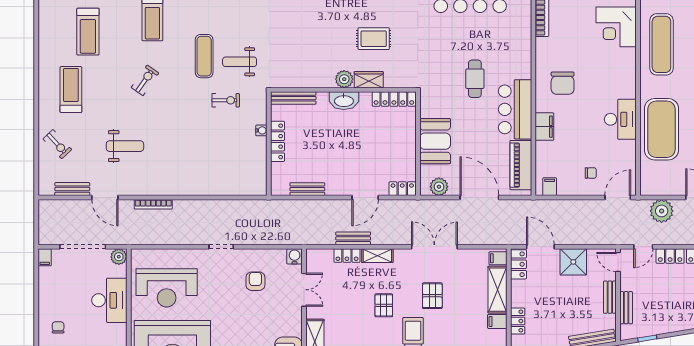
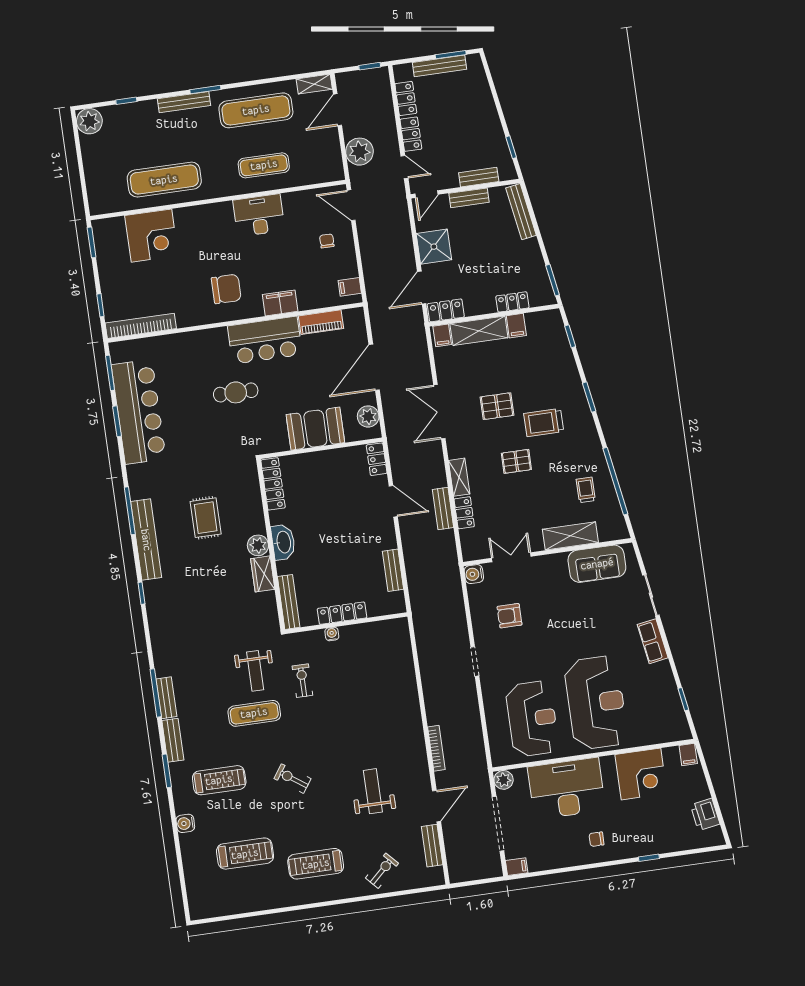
wardrobe: (369, 80) -> (263, 574), moved
exercise mat: (661, 129) -> (264, 165), width x0.50, depth x0.69
piano: (521, 165) -> (321, 322), width x0.73, depth x0.75
desk: (109, 300) -> (567, 788), width x1.36, depth x1.30

